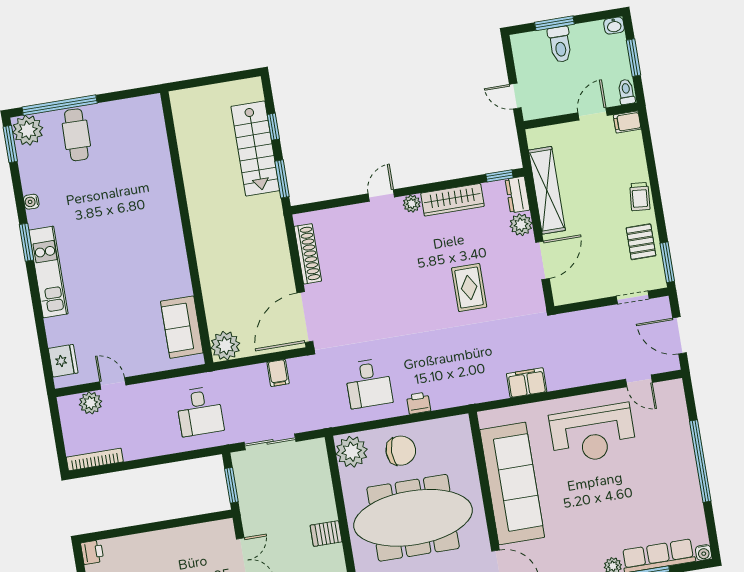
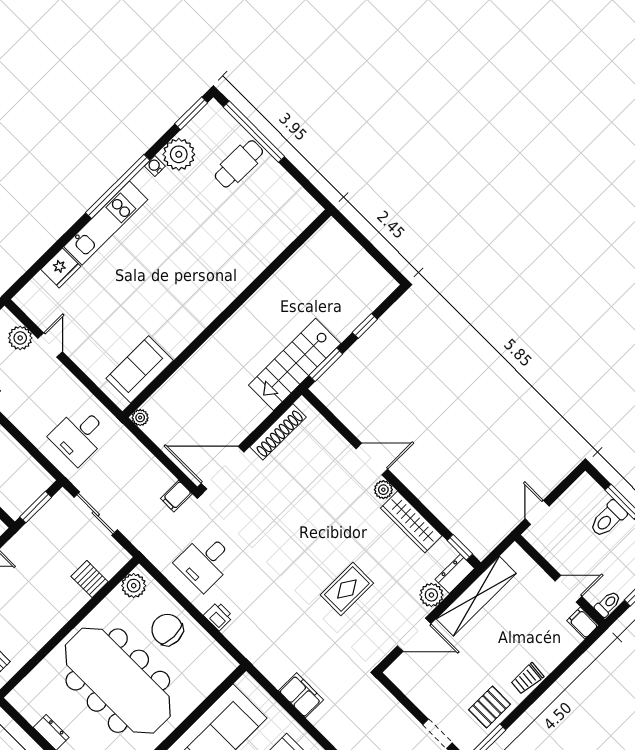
plant: (28, 130) -> (179, 154), moved
stairs: (255, 148) -> (295, 364), moved
door: (381, 195) -> (372, 459), width x1.38
window: (26, 242) -> (118, 187), width x2.11
plant: (225, 346) -> (140, 418), width x0.53, depth x0.53
fridge: (63, 361) -> (61, 268), moved
filing cabinet: (278, 373) -> (176, 496), moved
chair: (401, 451) -> (167, 630), turned 180
plant: (352, 452) -> (134, 586), width x0.73, depth x0.73
server rack: (326, 534) -> (90, 579), moved

